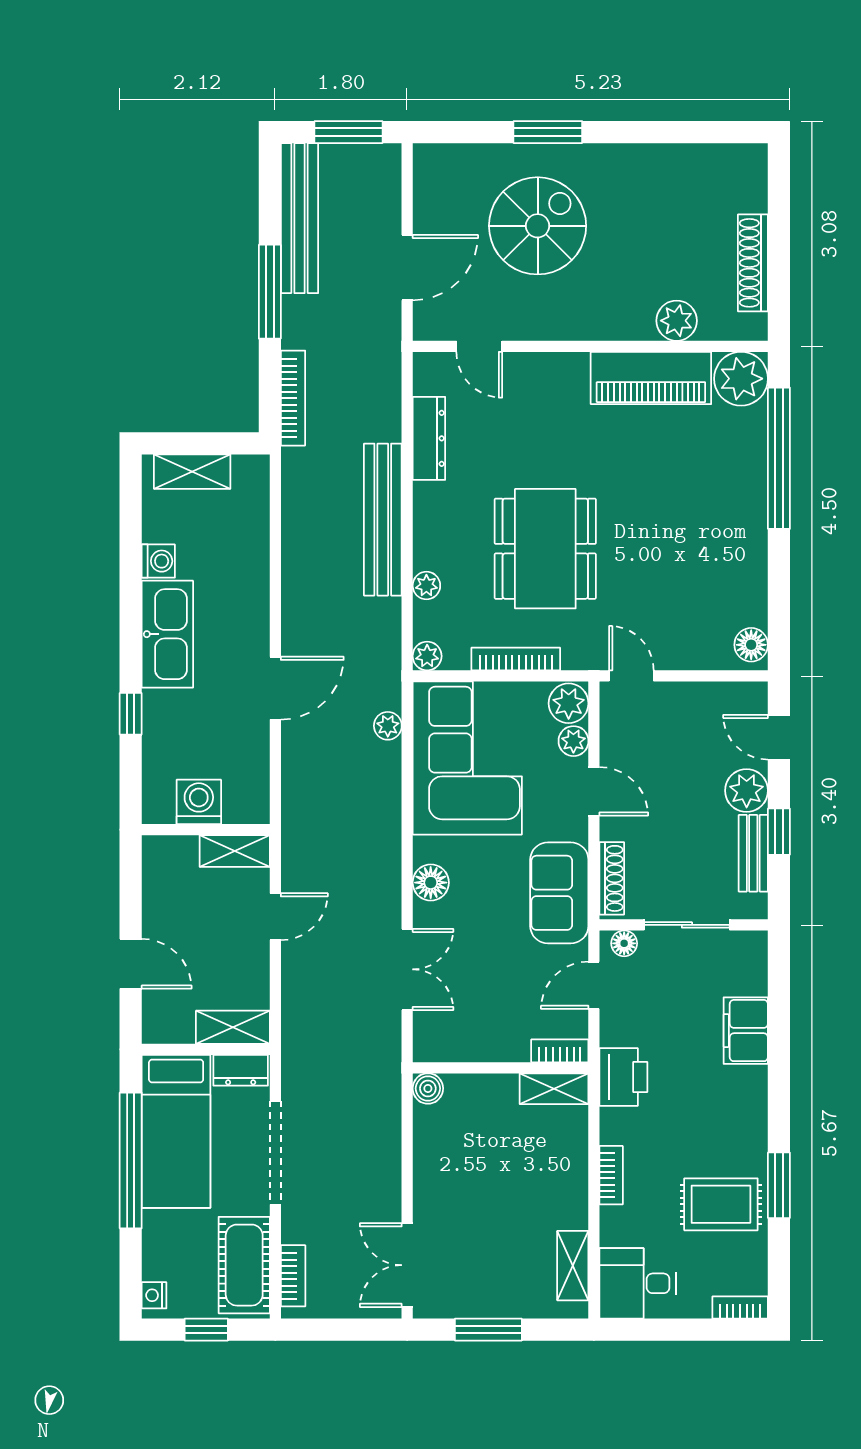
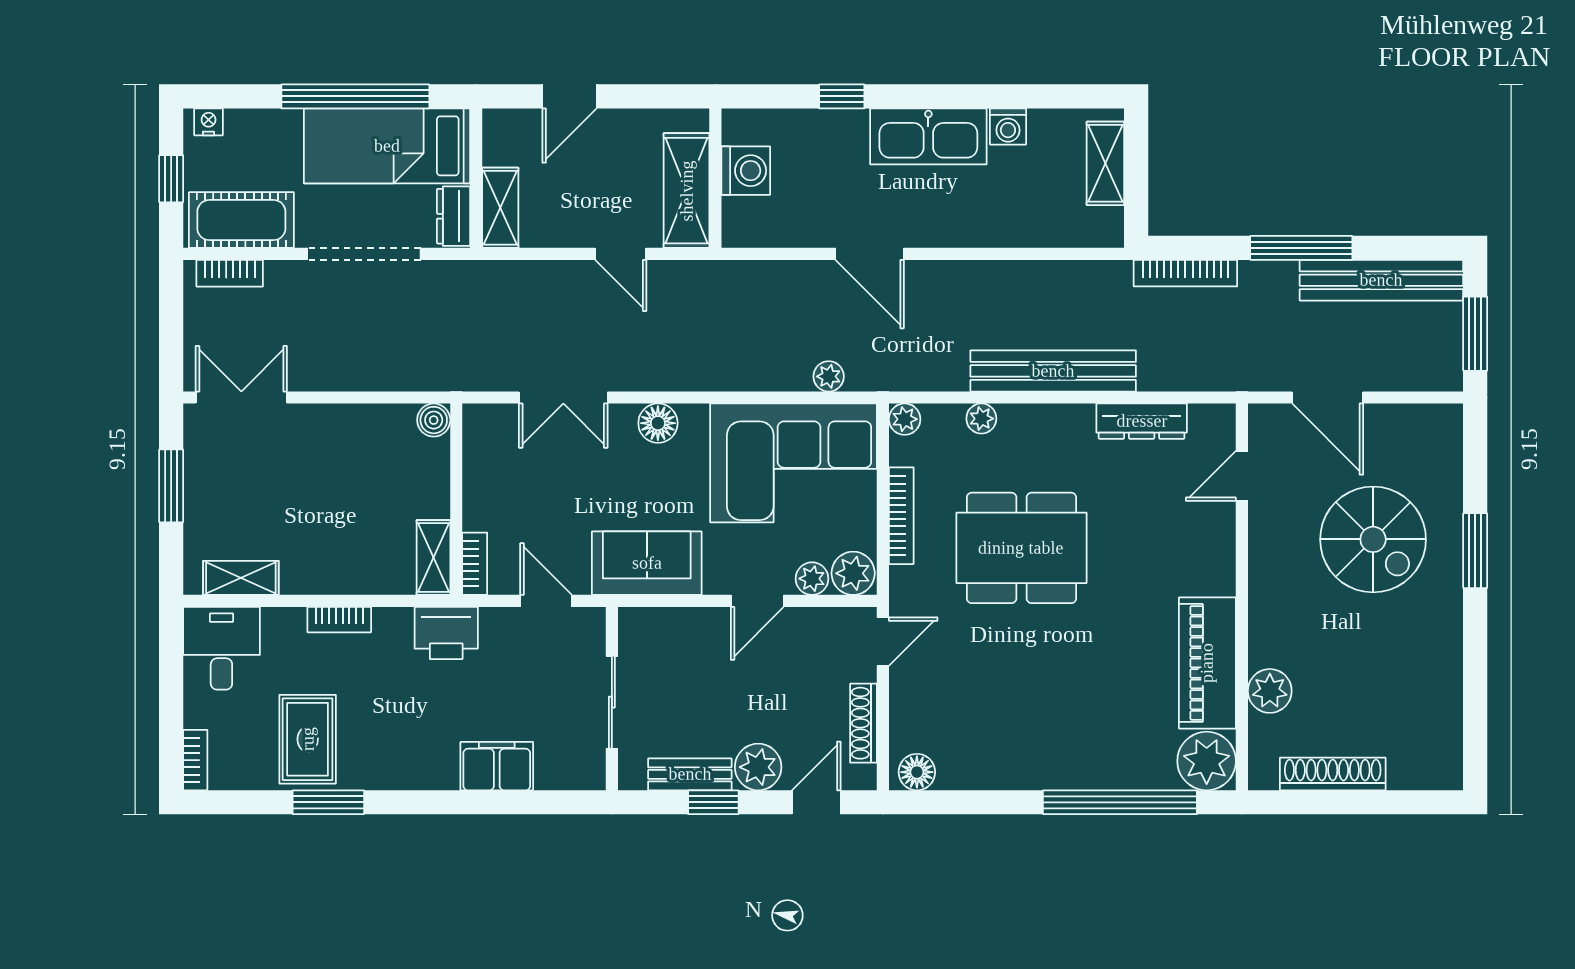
shelving: (235, 851) -> (687, 191), width x1.50, depth x1.33
shoe rack: (612, 878) -> (864, 723), moved, turned 90
floor lamp: (624, 943) -> (592, 634), removed

